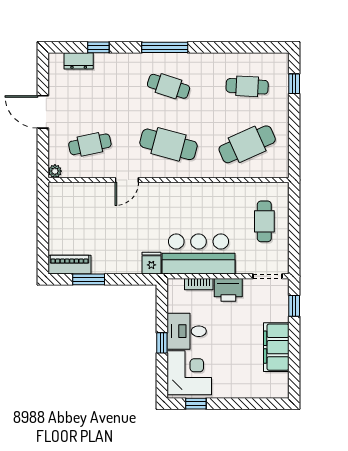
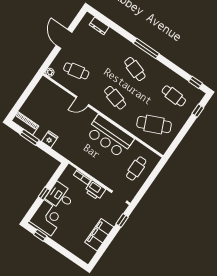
window: (98, 47) -> (195, 82), moved
cafe table: (169, 144) -> (115, 98), width x0.73, depth x0.74
bar counter: (199, 254) -> (110, 136), moved, turned 180
fridge: (151, 263) -> (50, 139), moved

